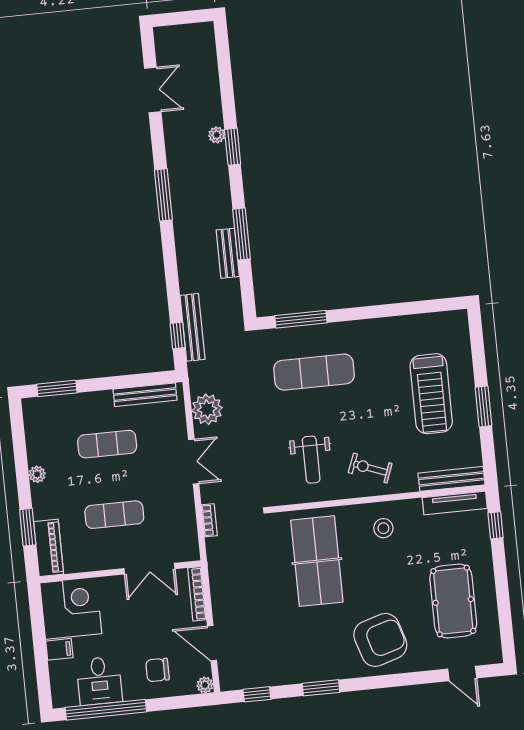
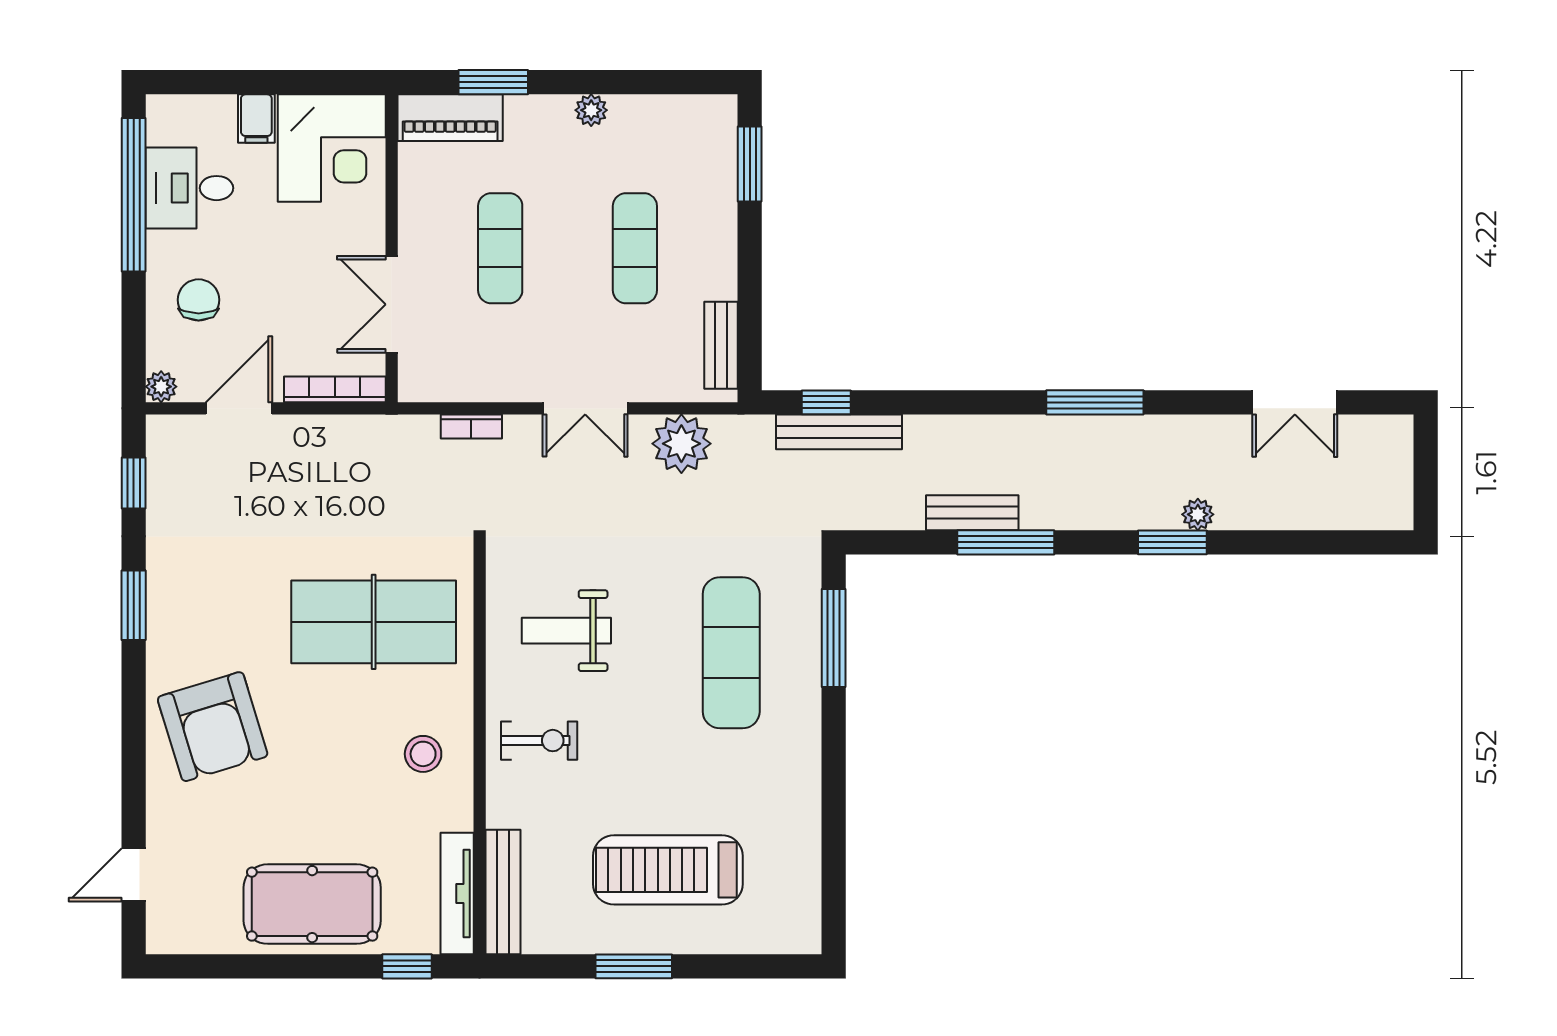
bench: (145, 395) -> (721, 345), width x0.73
exercise bike: (370, 468) -> (539, 741), turned 69
pool table: (453, 601) -> (312, 904), moved

